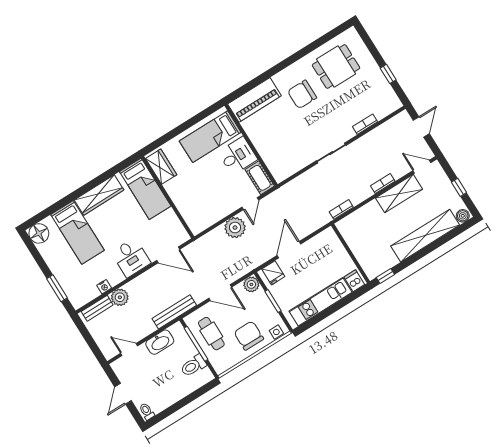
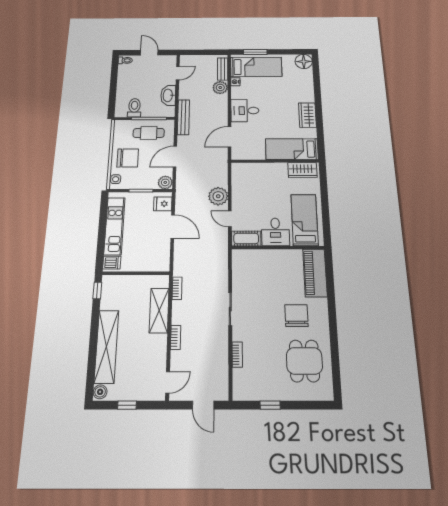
shelving: (399, 194) -> (159, 310), moved
wardrobe: (99, 195) -> (307, 115), width x0.67
bed: (77, 232) -> (256, 67), moved, turned 180

